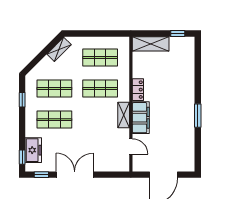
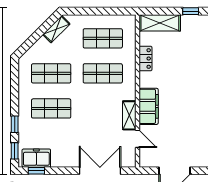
locker: (138, 90) -> (146, 58), moved
window: (22, 100) -> (15, 124), moved
shelving: (124, 115) -> (129, 115), moved
freezer: (33, 150) -> (36, 158), moved, turned -90
double door: (75, 175) -> (100, 171), moved

